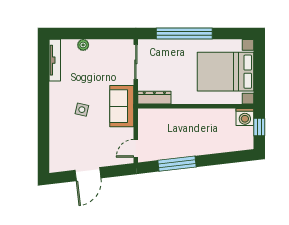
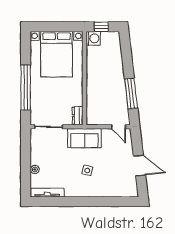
dresser: (154, 98) -> (78, 116), width x0.70

